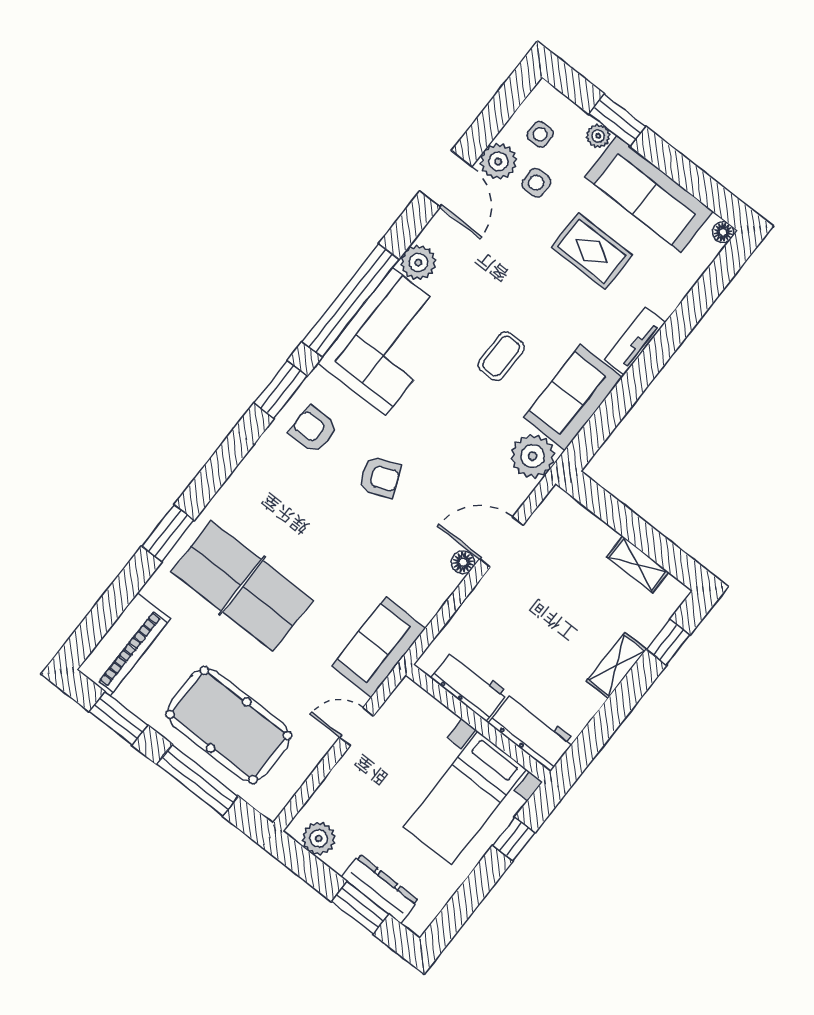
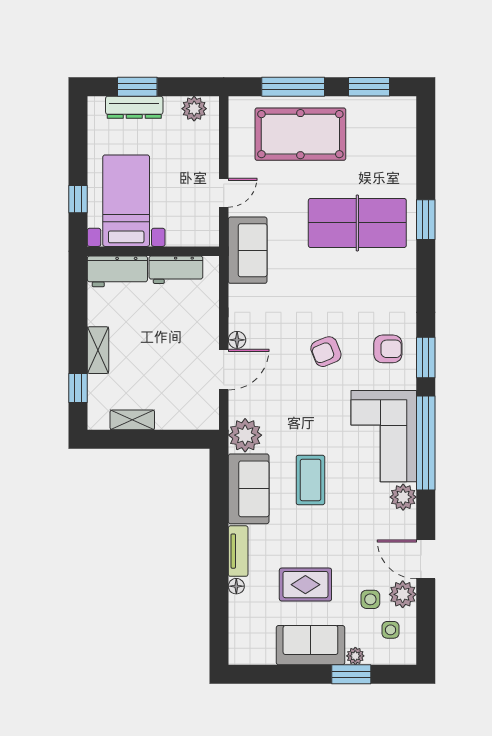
sofa: (649, 194) -> (310, 645), width x0.73
floor lamp: (723, 232) -> (236, 586), moved
coffee table: (501, 356) -> (310, 480), width x1.36, depth x1.30
piano: (124, 644) -> (400, 133), removed

